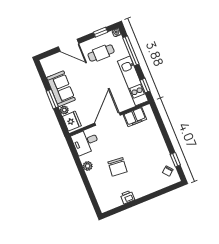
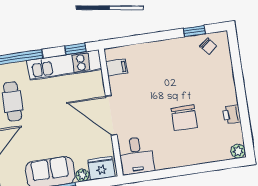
filing cabinet: (135, 117) -> (117, 67), width x0.50
plant: (88, 166) -> (238, 151), moved
chair: (117, 167) -> (184, 118), turned 85

